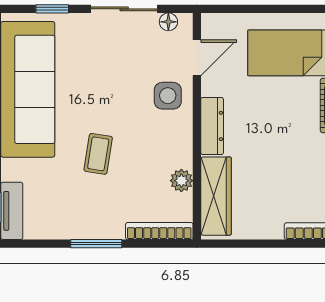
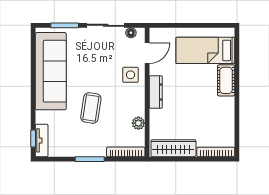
window: (52, 9) -> (65, 25), width x1.50
coffee table: (98, 154) -> (91, 108), width x1.36, depth x1.30
wardrobe: (216, 196) -> (173, 148), moved, turned -90

